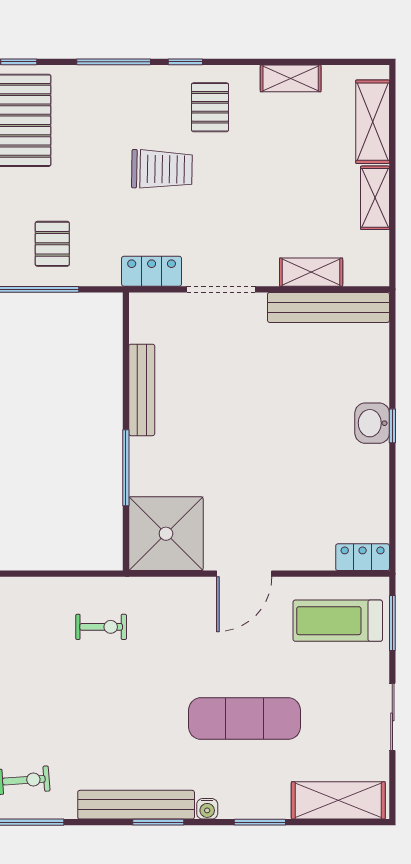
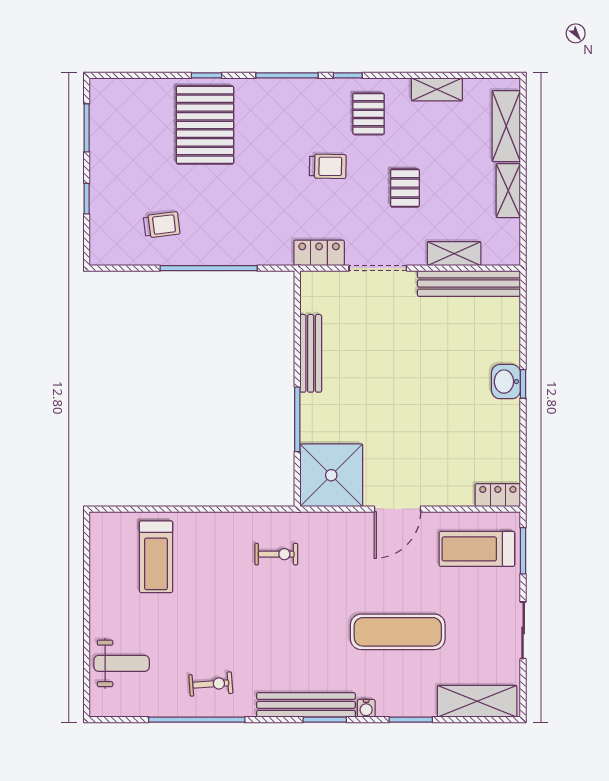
trolley: (162, 169) -> (328, 166), width x0.73, depth x0.72
pallet: (52, 244) -> (405, 188), moved

